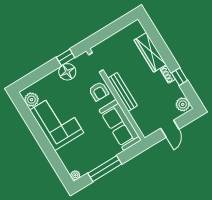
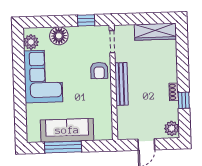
wardrobe: (150, 52) -> (155, 32), moved, turned -90
floor lamp: (67, 72) -> (59, 36), moved
sofa: (120, 125) -> (67, 130), moved, turned 90
plant: (75, 175) -> (32, 137), removed

